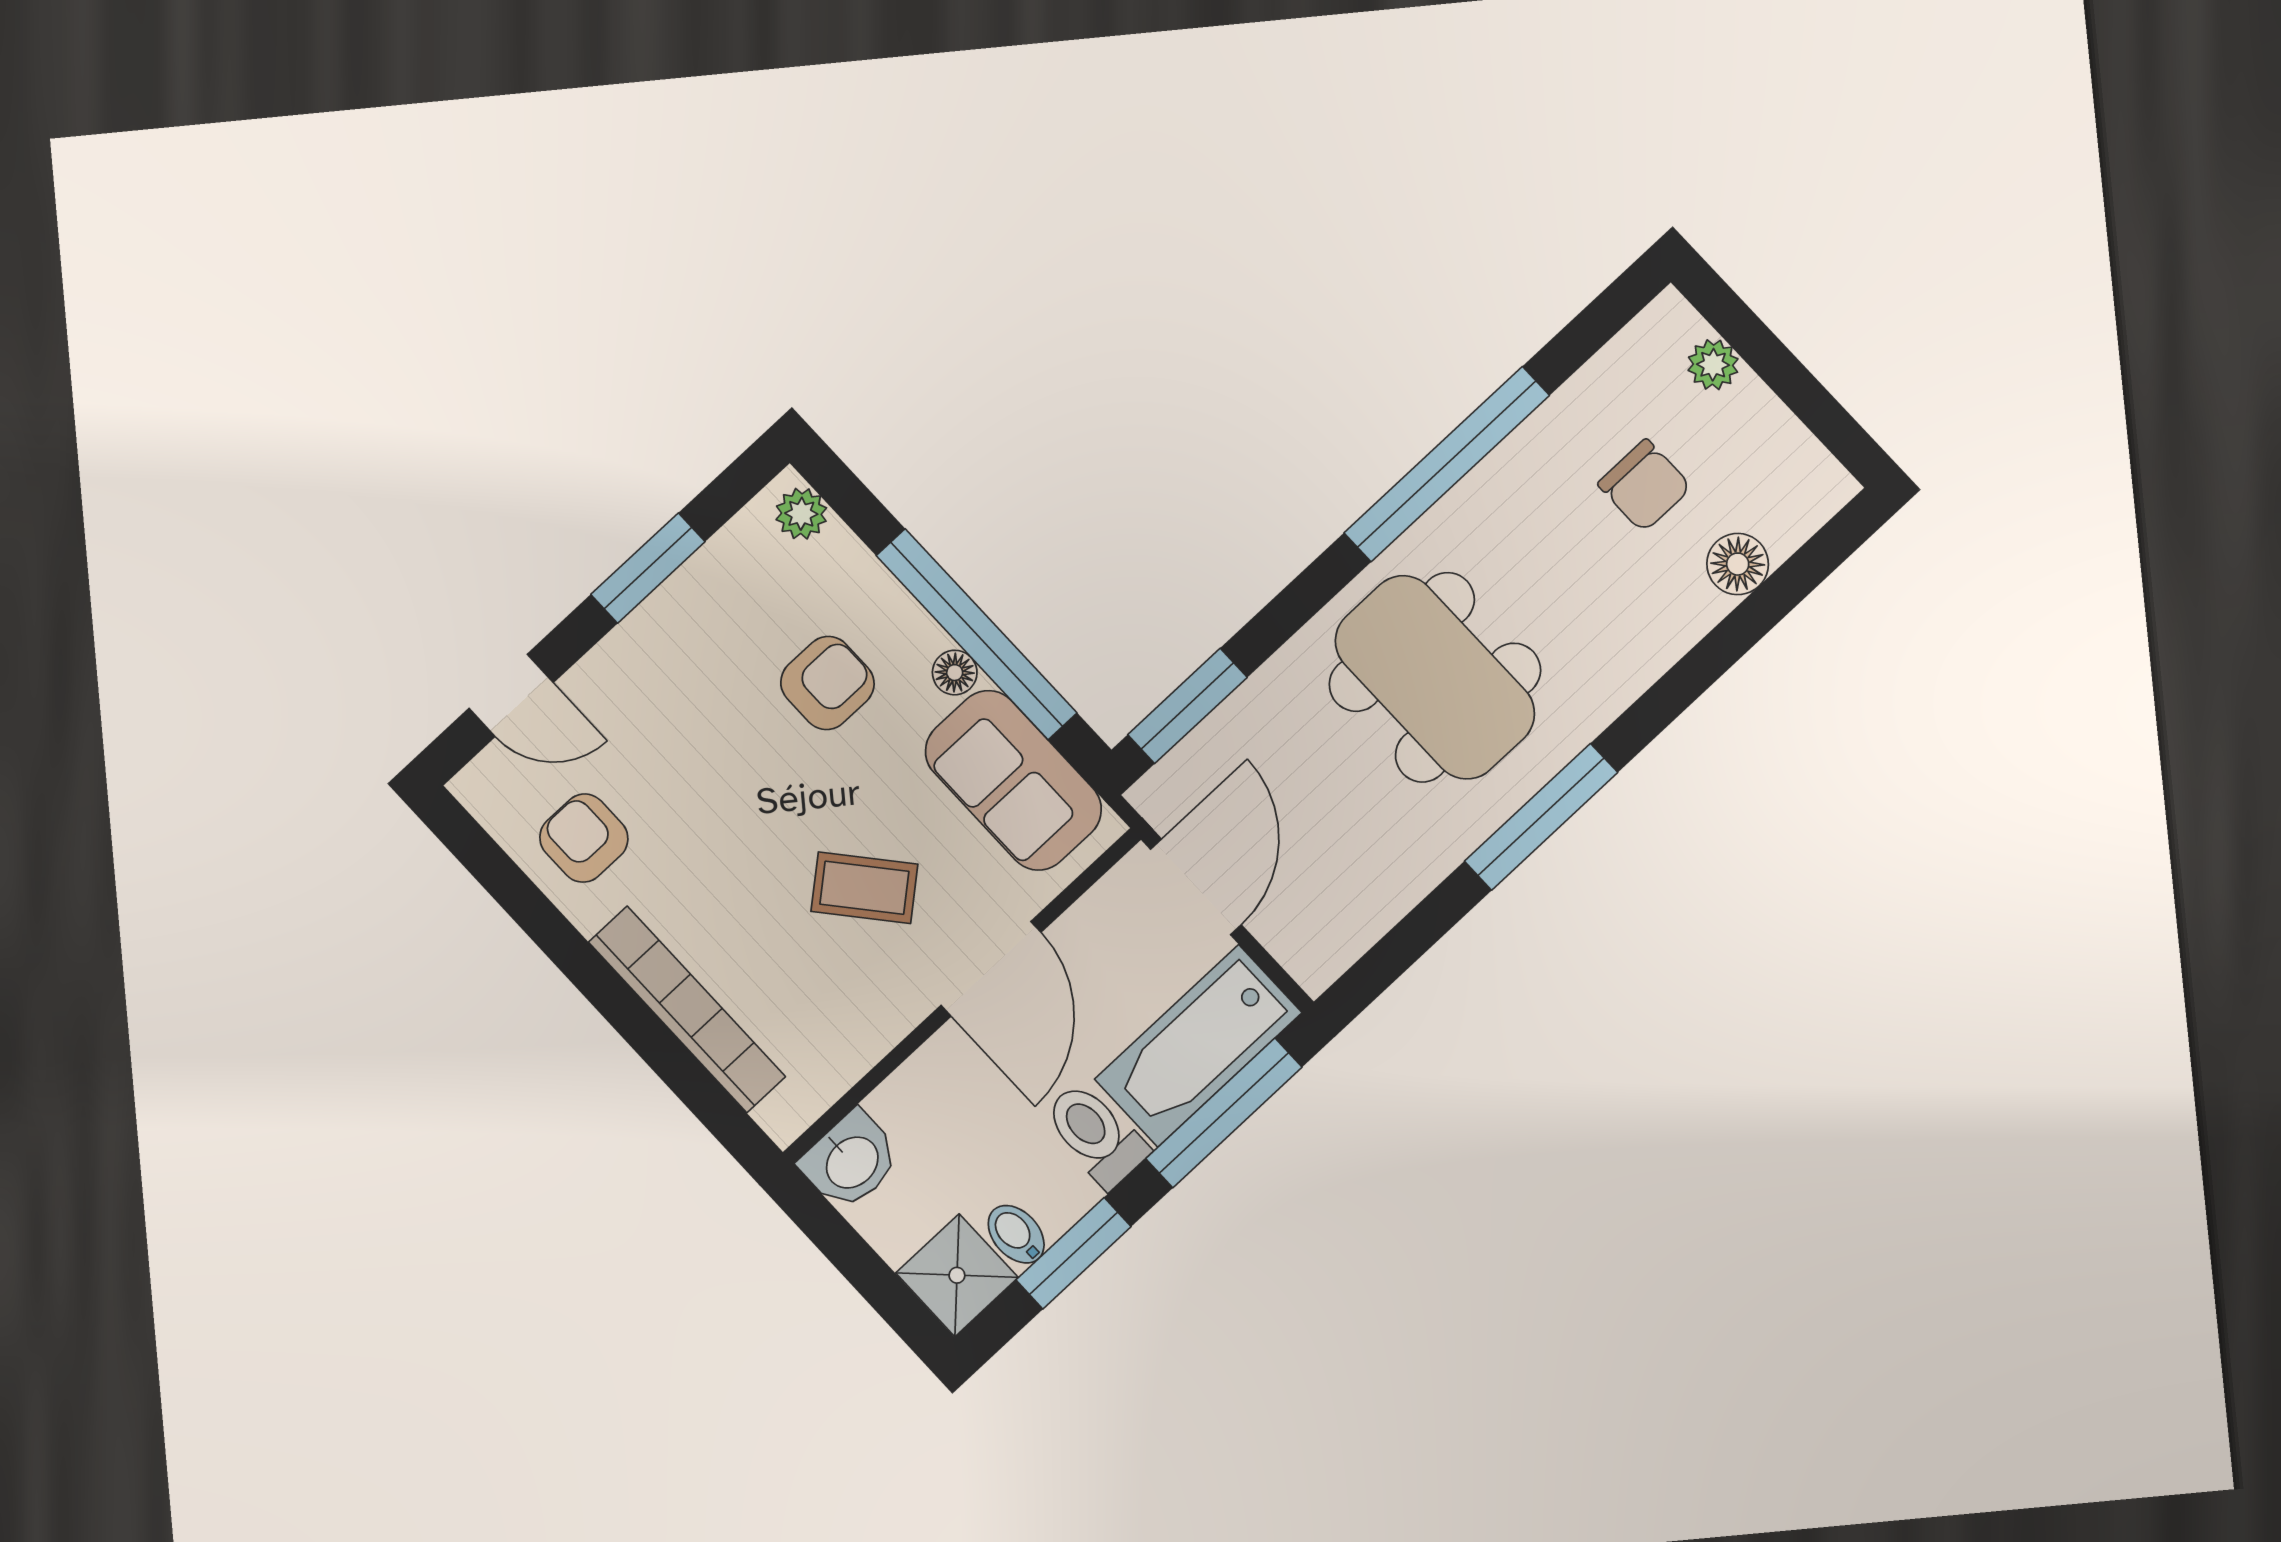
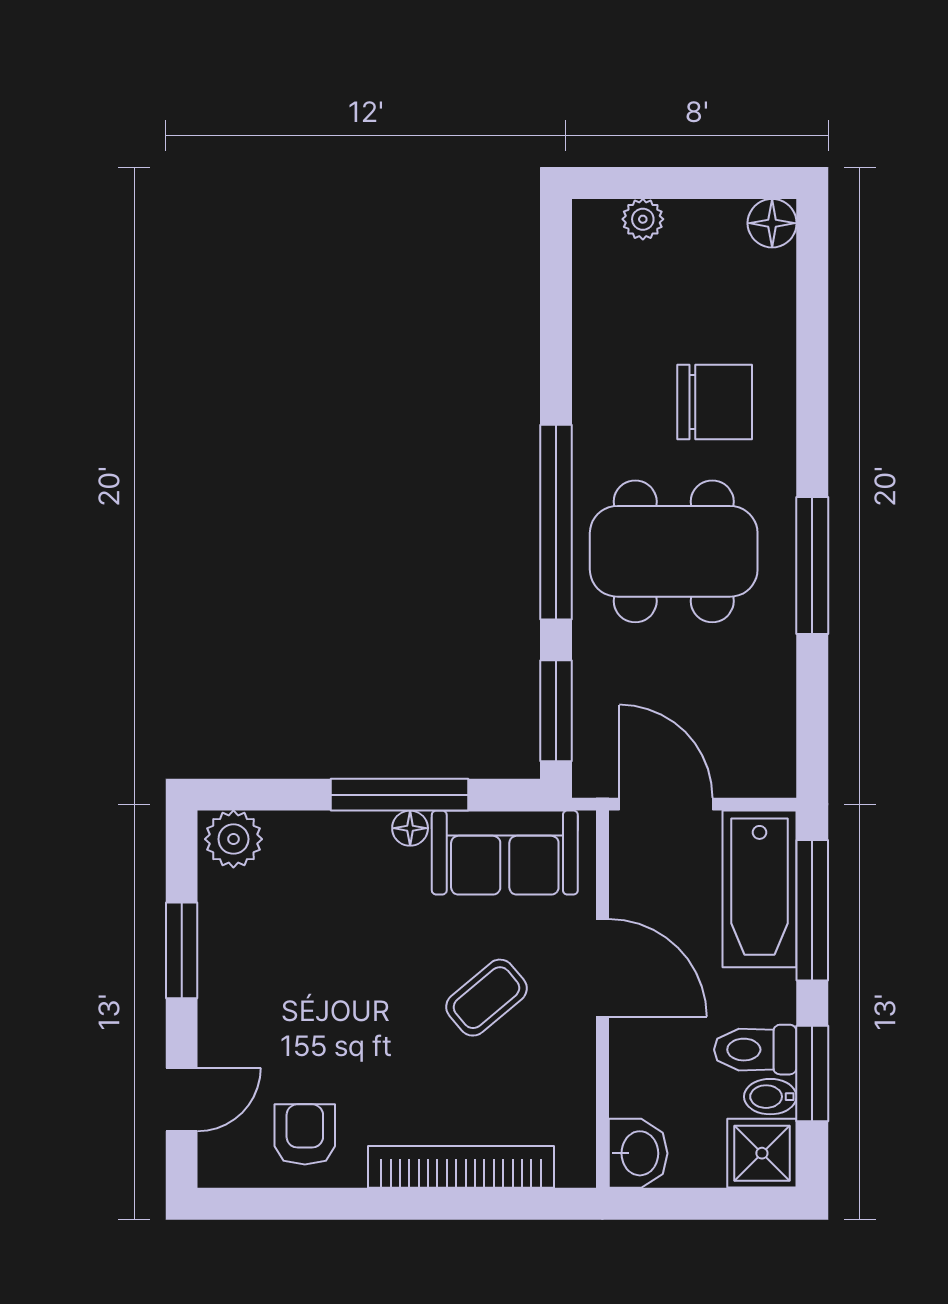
window: (1447, 464) -> (556, 522), moved
chair: (1645, 486) -> (715, 402), moved, width x1.37, depth x1.37
plant: (801, 514) -> (233, 839), width x1.38, depth x1.38
floor lamp: (1738, 564) -> (772, 223), moved
window: (977, 634) -> (399, 795), width x0.68
armchair: (827, 683) -> (347, 908), removed
armchair: (584, 838) -> (305, 1134), turned 90
toilet: (1096, 1134) -> (755, 1050), moved

